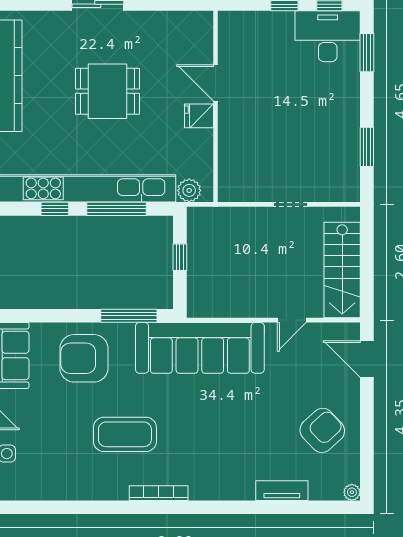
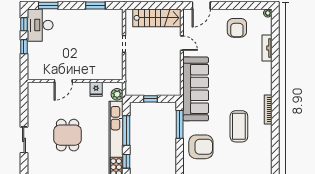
fridge: (199, 116) -> (96, 89), moved
armchair: (84, 358) -> (201, 147), turned -90
armchair: (322, 430) -> (237, 28), turned -137

